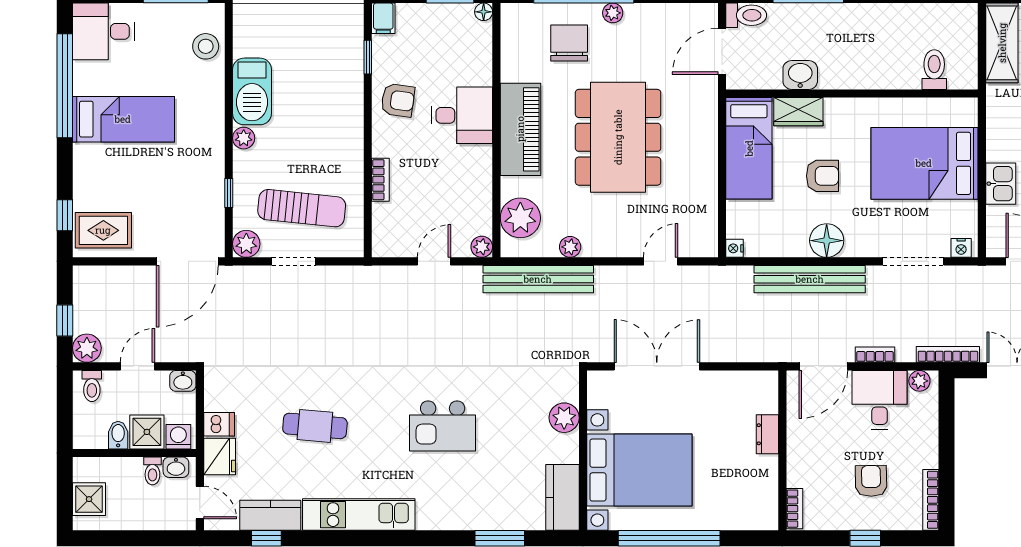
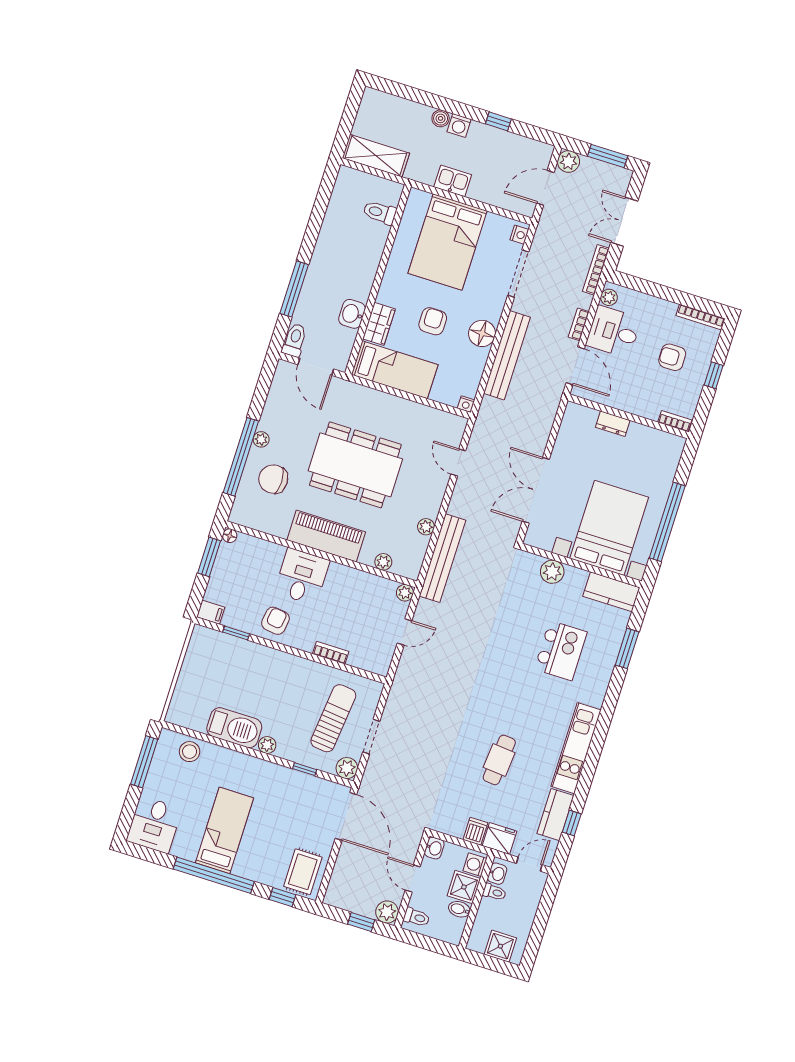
window: (65, 86) -> (214, 875), moved
kitchen sink: (1001, 184) -> (453, 181), moved
plant: (520, 218) -> (383, 562), width x0.53, depth x0.53
door: (434, 261) -> (405, 632), swing flipped
kitchen island: (443, 426) -> (561, 651), moved

